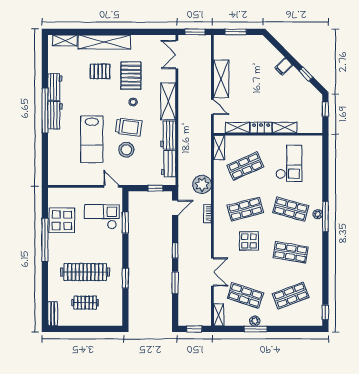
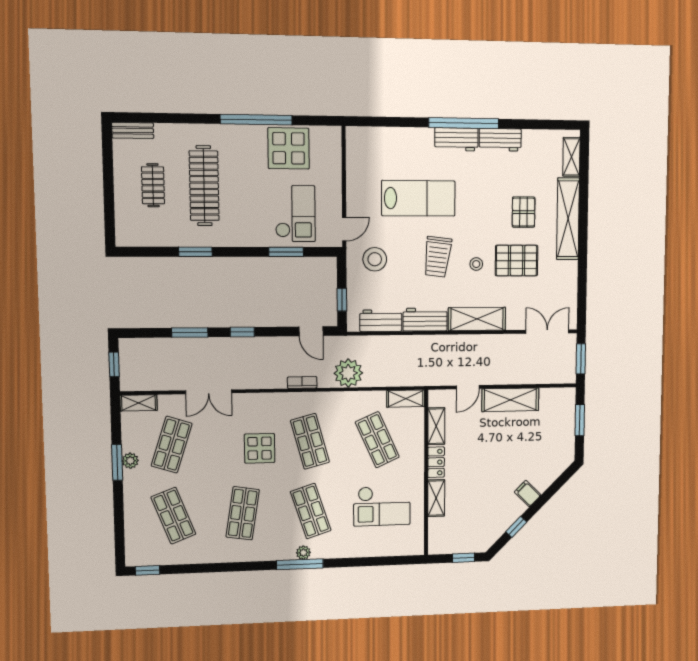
lab bench: (92, 139) -> (418, 198), turned 180
stool: (126, 150) -> (375, 259), moved
shop shelf: (291, 209) -> (311, 511), turned -33

